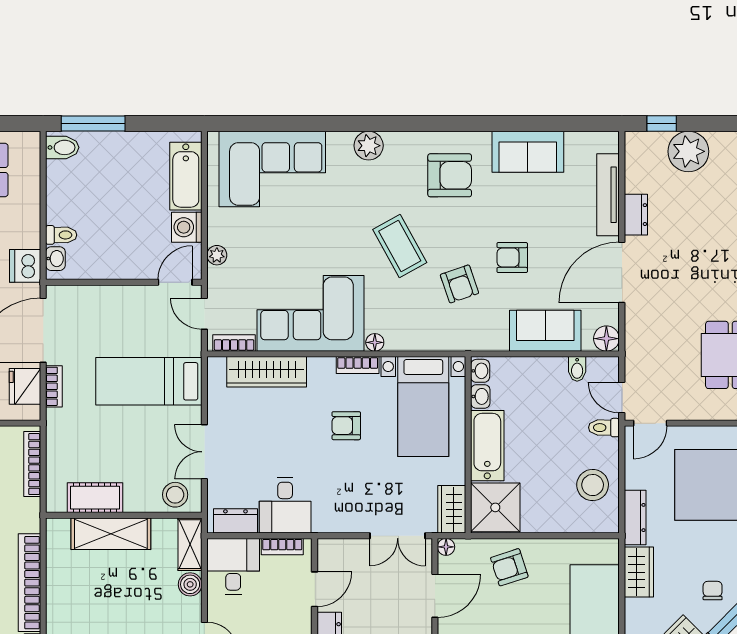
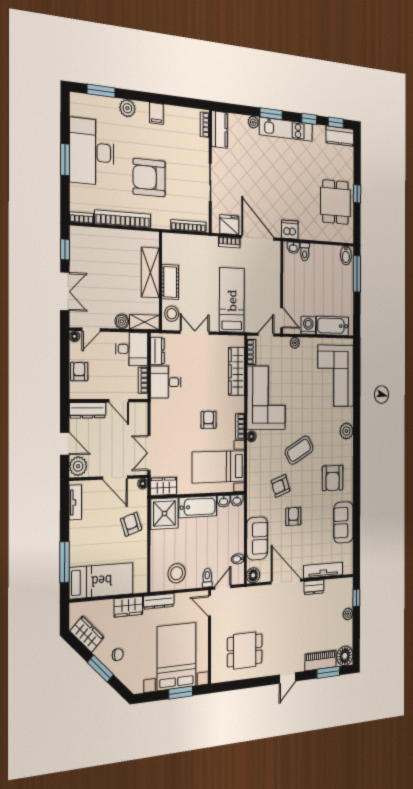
plant: (688, 151) -> (348, 614), width x0.53, depth x0.53
cot: (95, 498) -> (170, 282), moved

